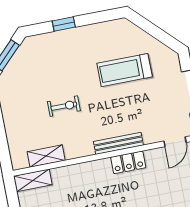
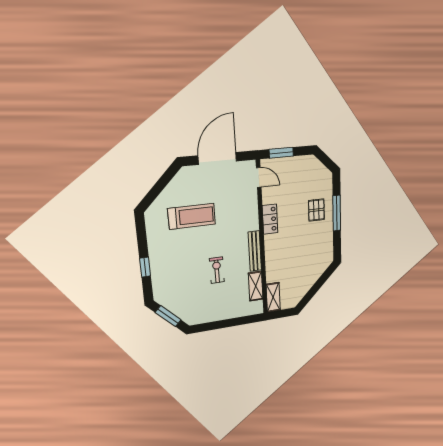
treadmill: (125, 70) -> (192, 216), turned -90
bench: (118, 143) -> (255, 251), moved

